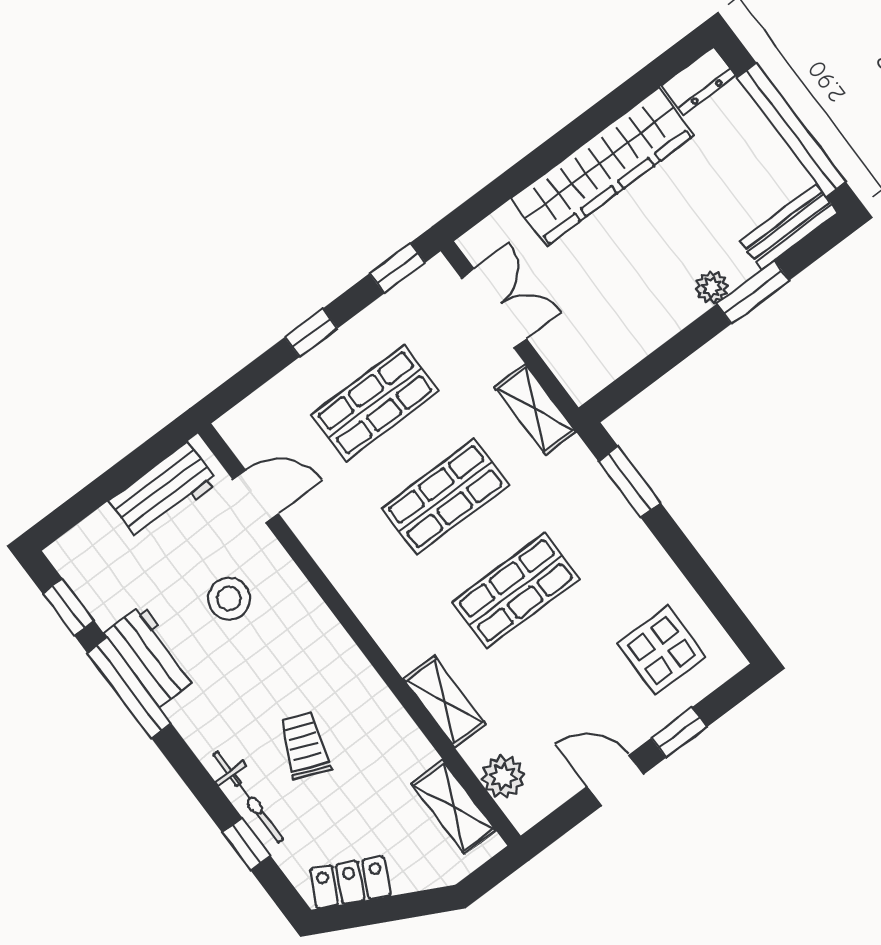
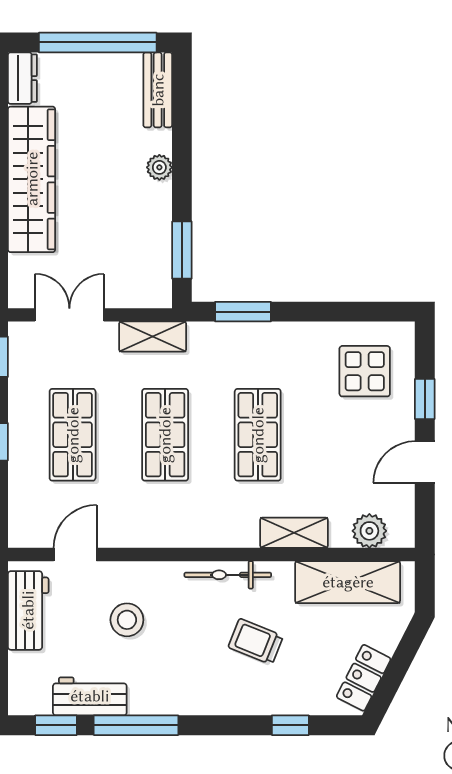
window: (753, 292) -> (182, 250), moved
workbench: (151, 656) -> (90, 696), moved
bicycle: (248, 797) -> (228, 575), moved, turned 180
shelving: (454, 807) -> (348, 582), width x1.50, depth x1.33

